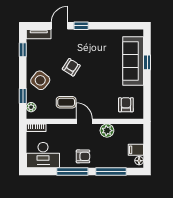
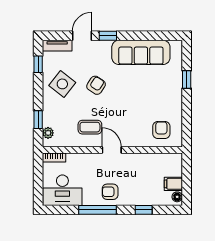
sofa: (133, 61) -> (141, 52), moved, turned -90
side table: (40, 80) -> (62, 84), moved
plant: (107, 131) -> (139, 161), removed
armchair: (83, 156) -> (110, 192), turned 180
window: (111, 172) -> (144, 210), width x0.46

